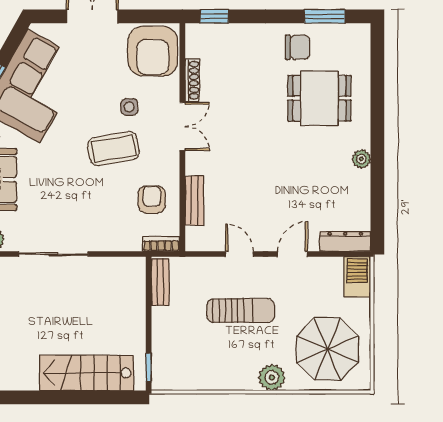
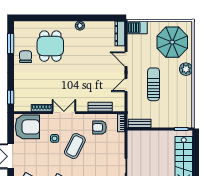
coffee table: (114, 149) -> (75, 146), turned 37

